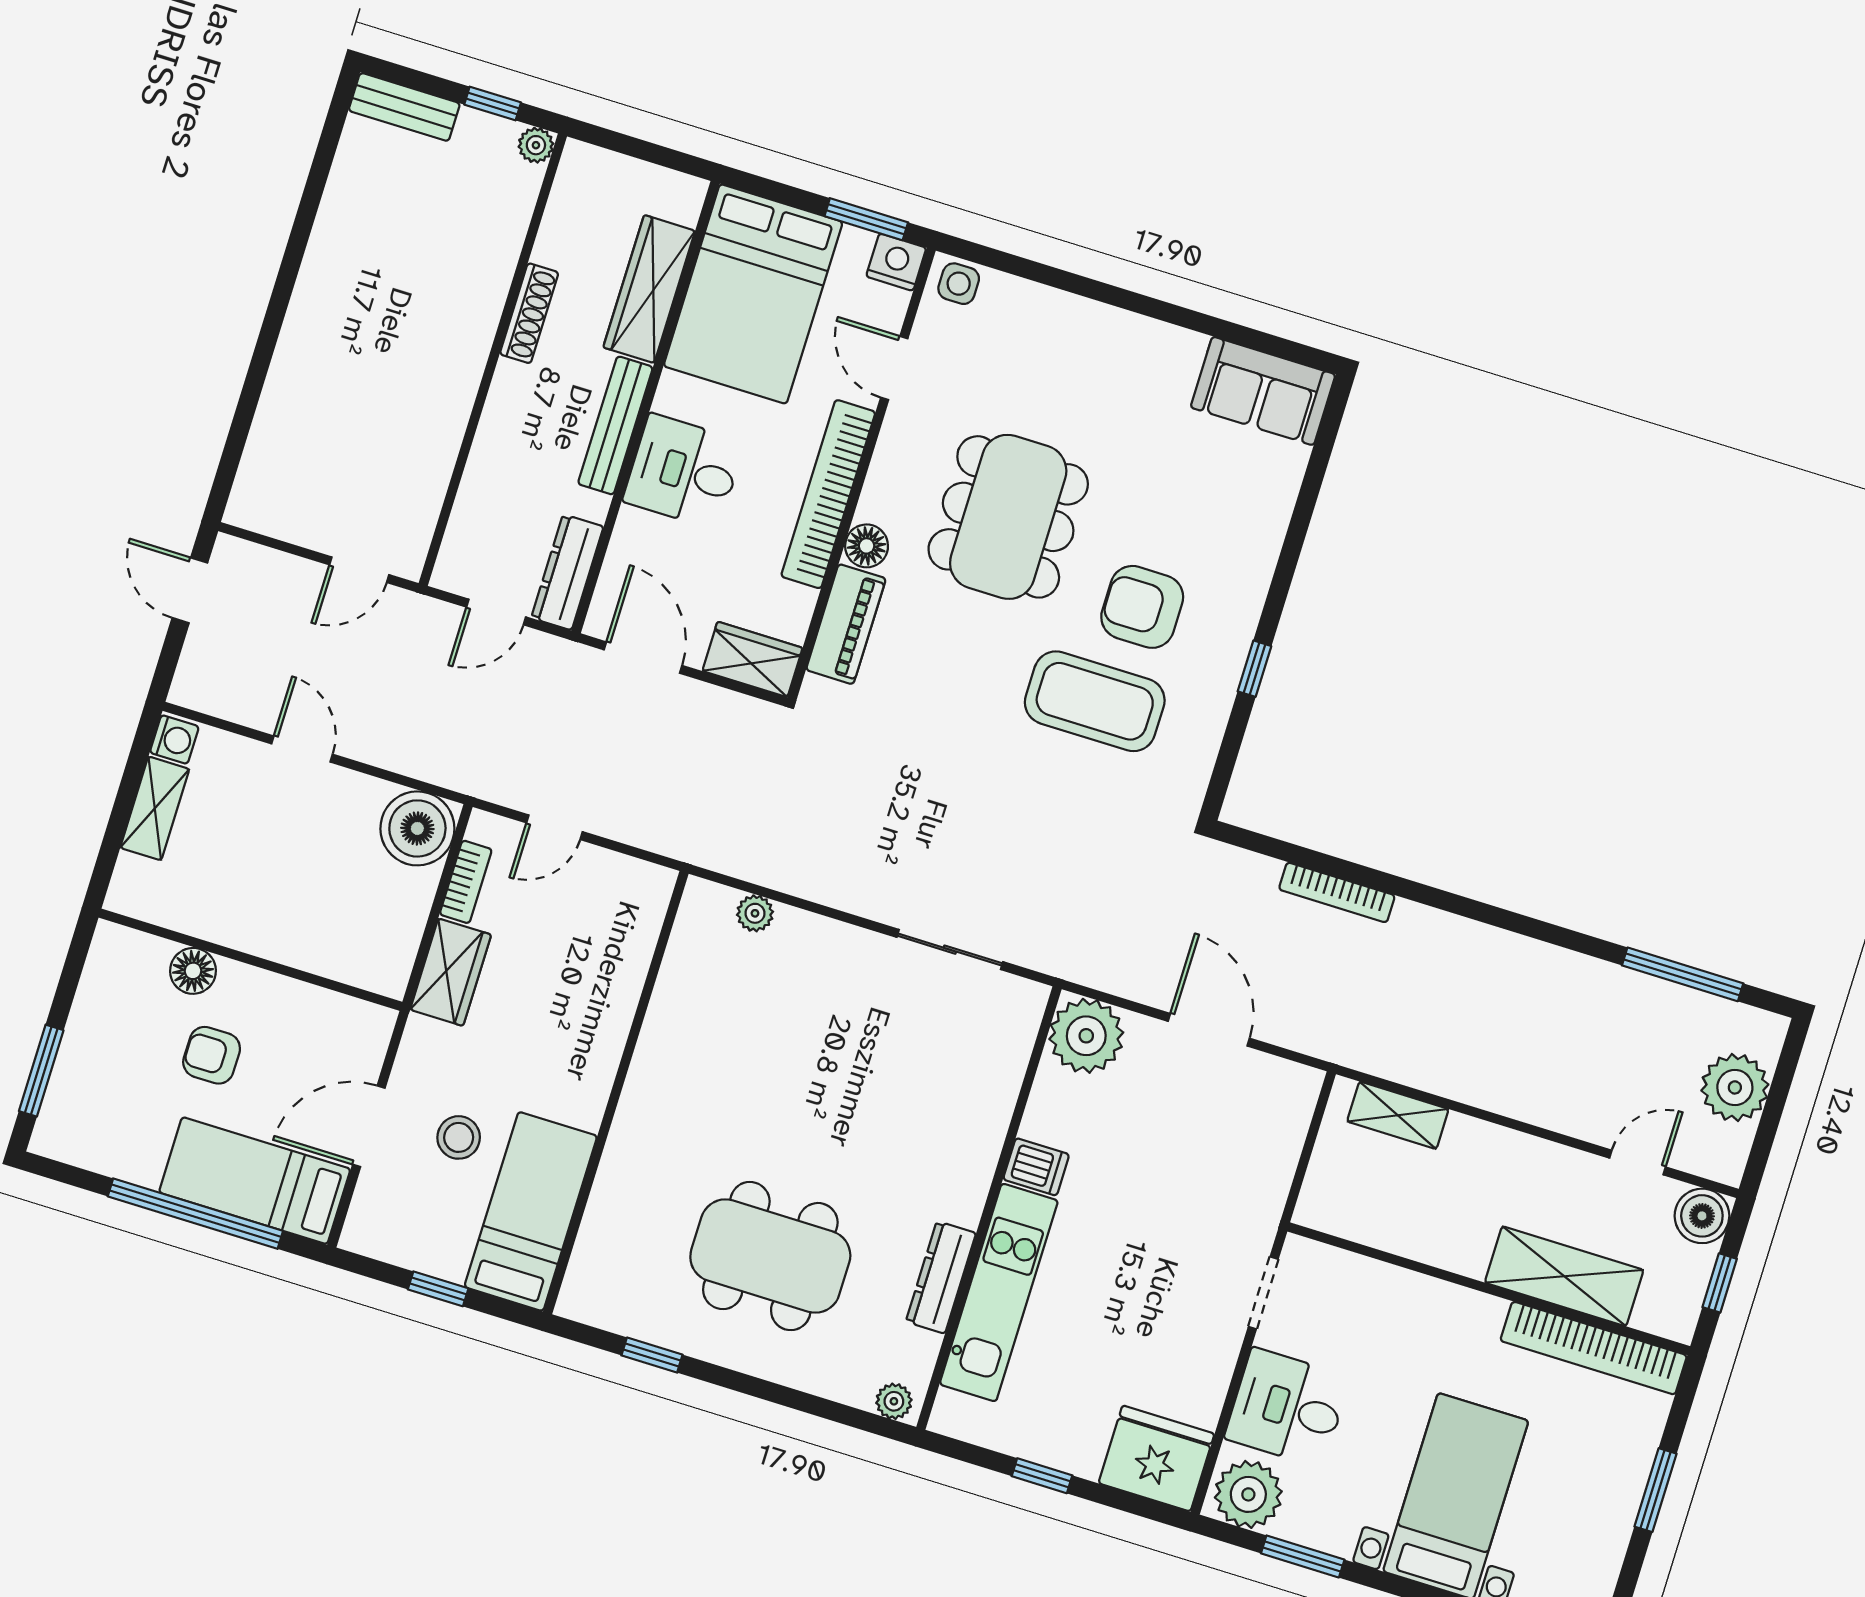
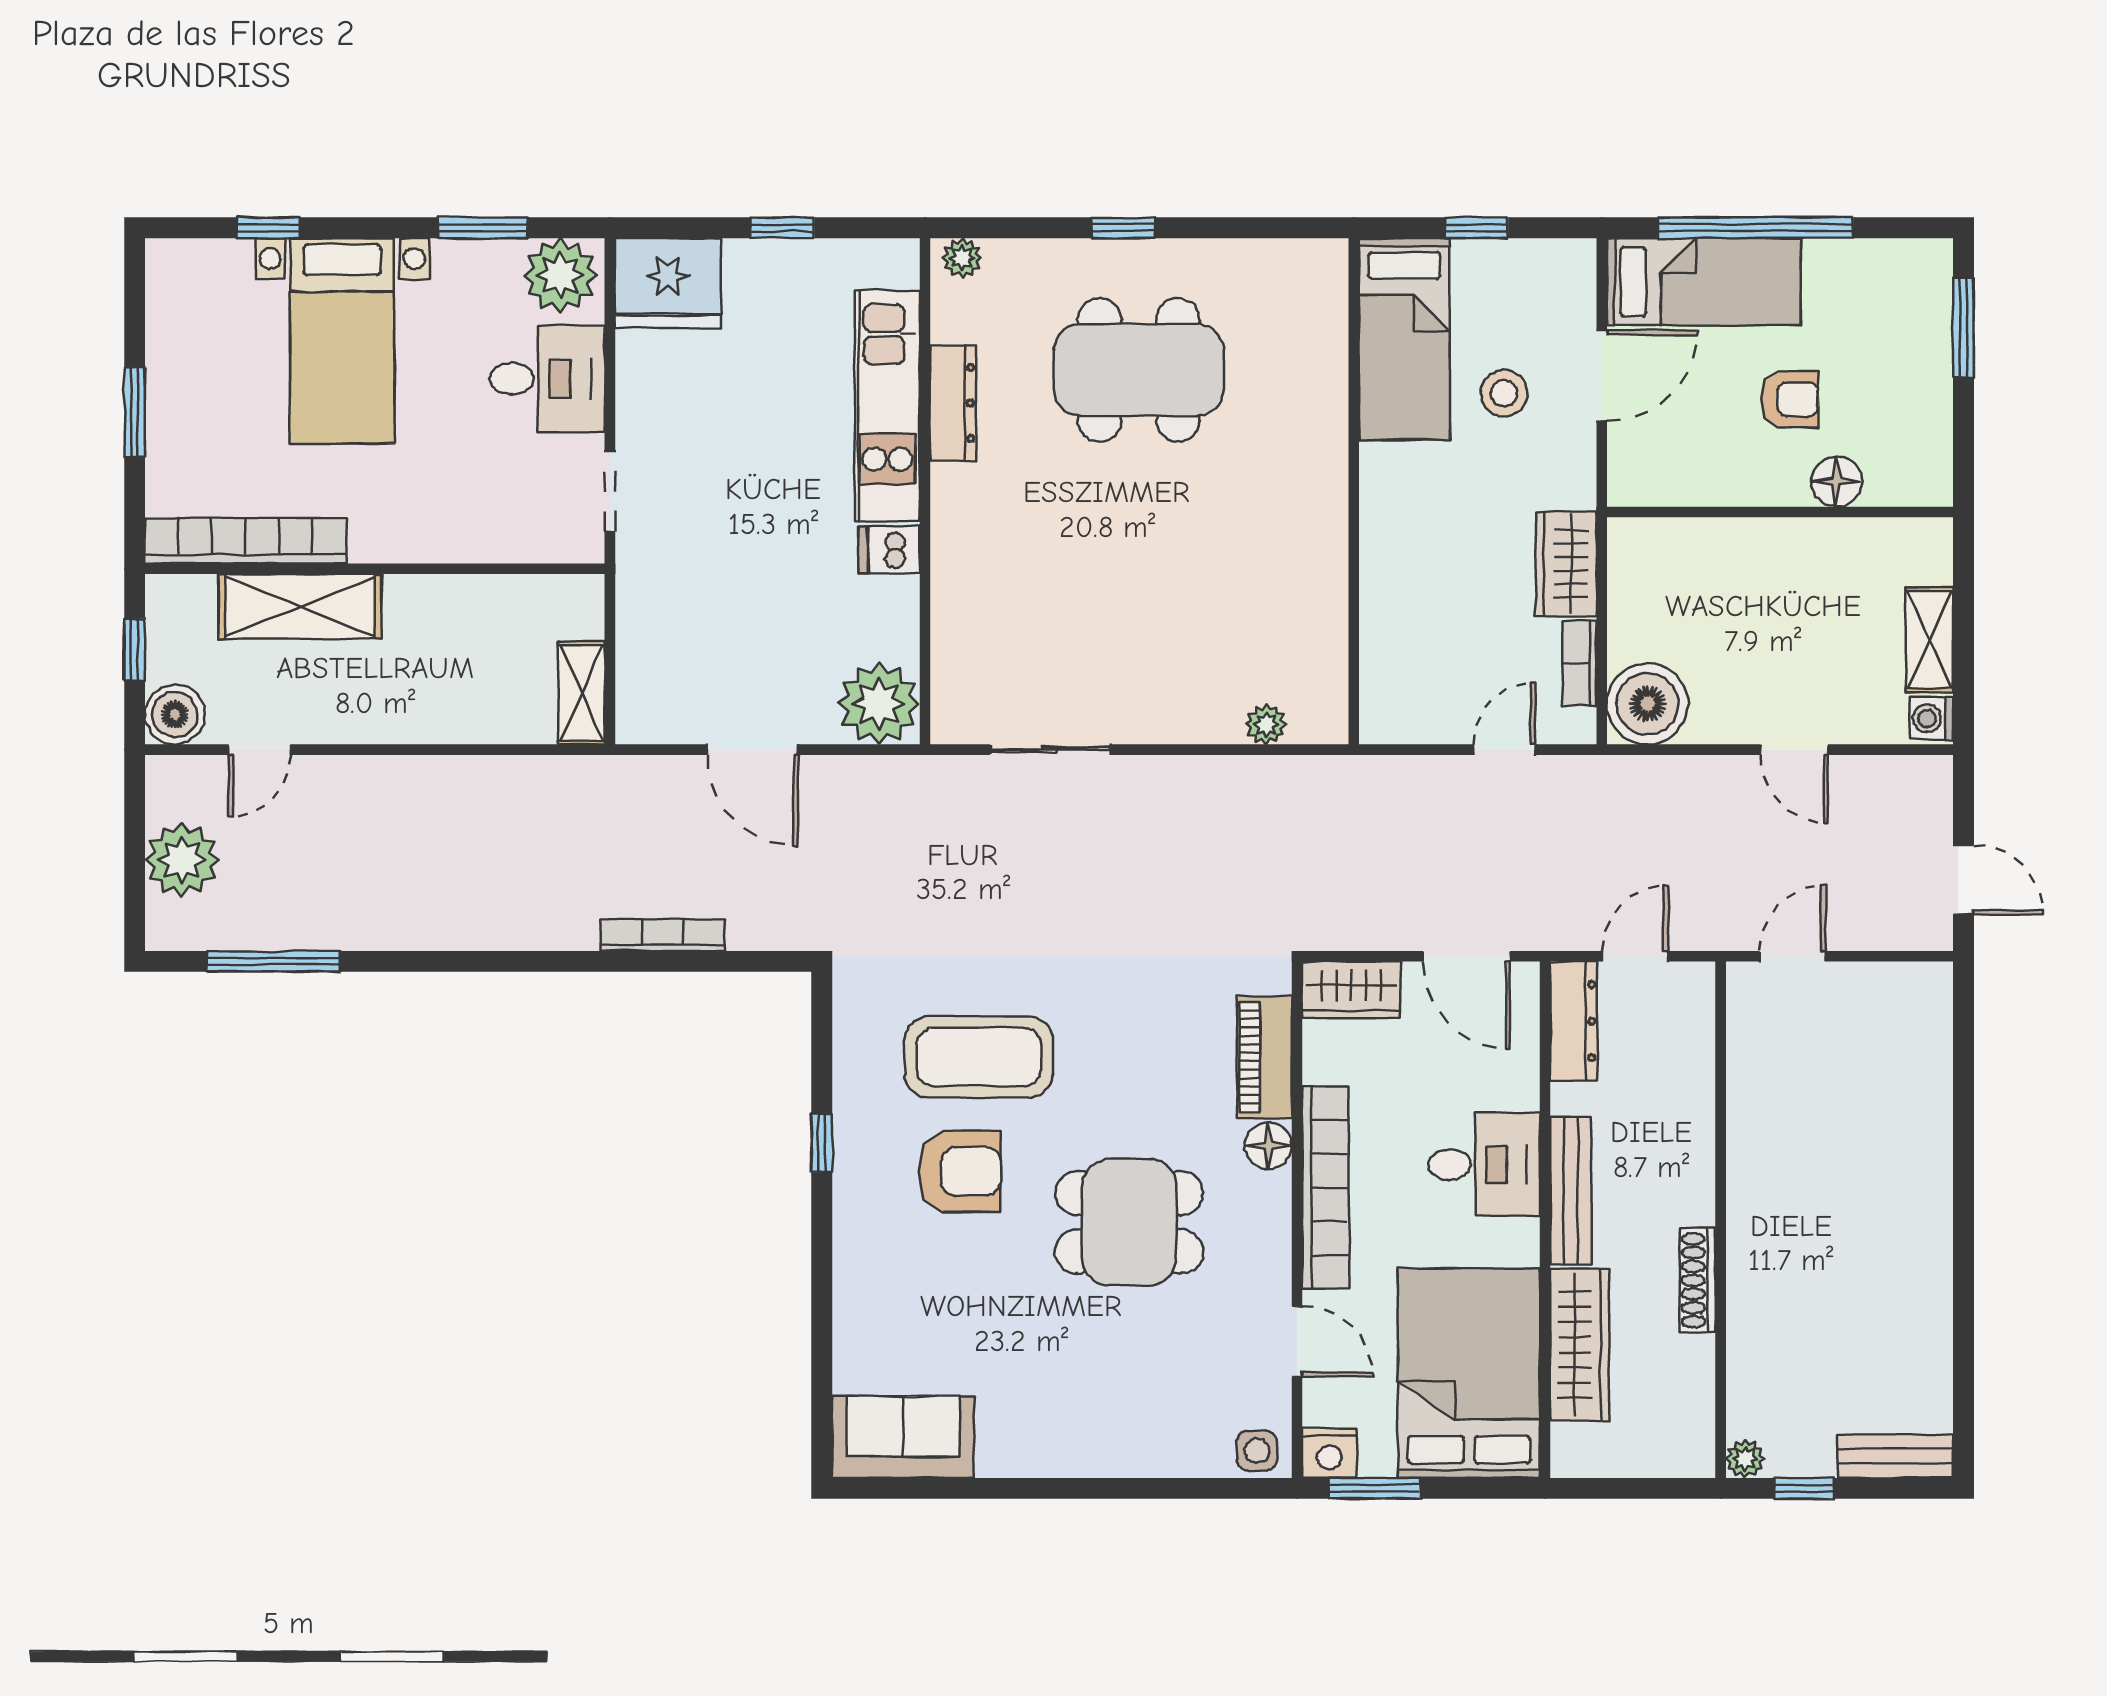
dining table: (1008, 517) -> (1129, 1222), width x0.73
shelving: (1398, 1115) -> (582, 693), moved, turned 90
window: (652, 1355) -> (1123, 228), moved

